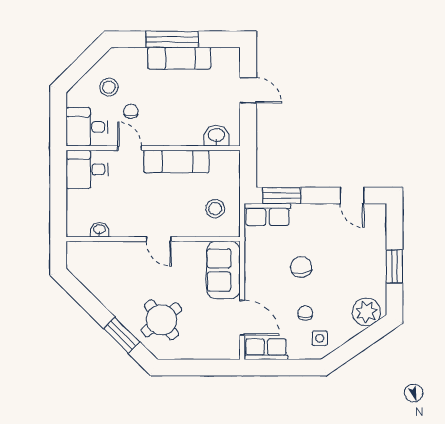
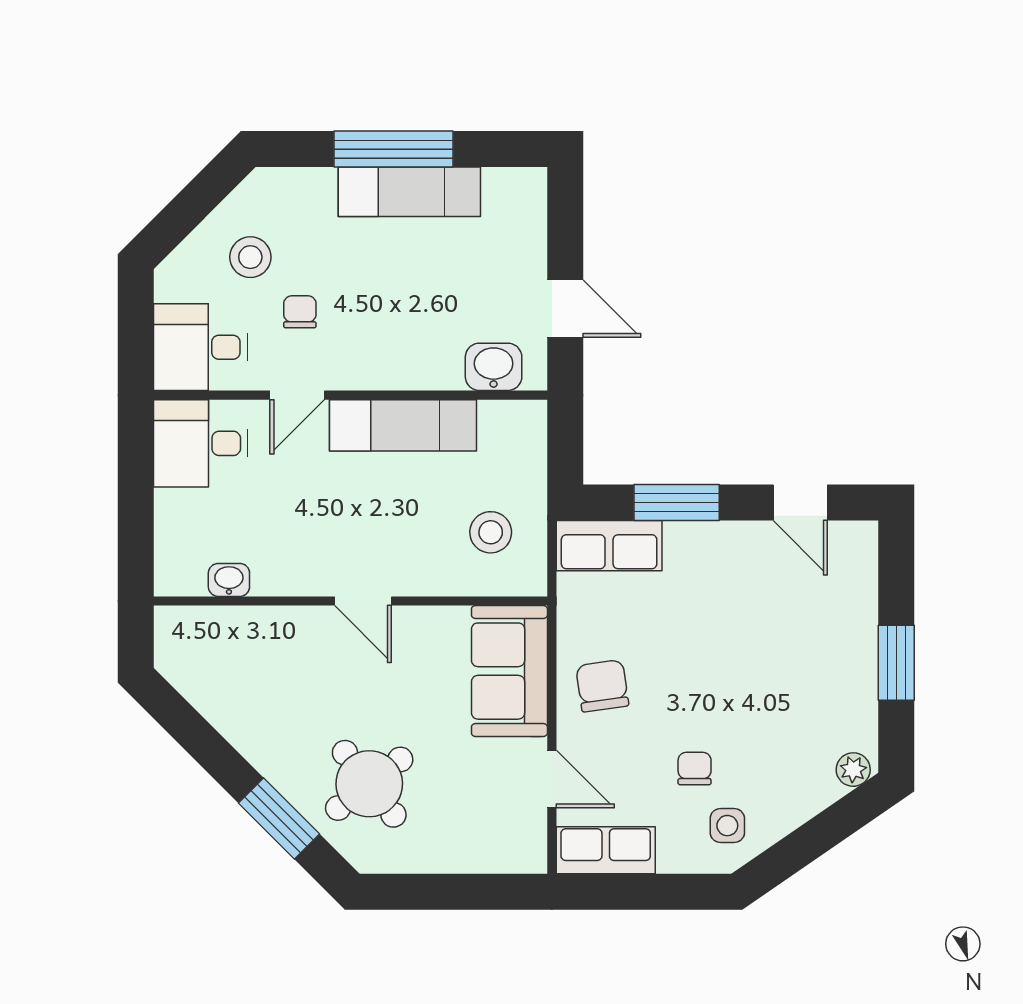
door: (248, 90) -> (565, 309), moved
door: (130, 148) -> (297, 395), swing flipped
window: (281, 196) -> (677, 503), moved
chair: (301, 267) -> (602, 686), moved
plant: (366, 312) -> (853, 770), width x0.53, depth x0.53
door: (242, 318) -> (552, 779), width x0.73

